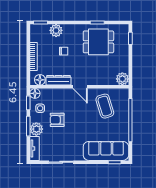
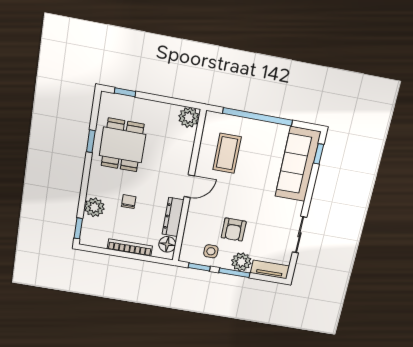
floor lamp: (35, 93) -> (187, 255), removed
coffee table: (105, 106) -> (227, 153), turned -73

